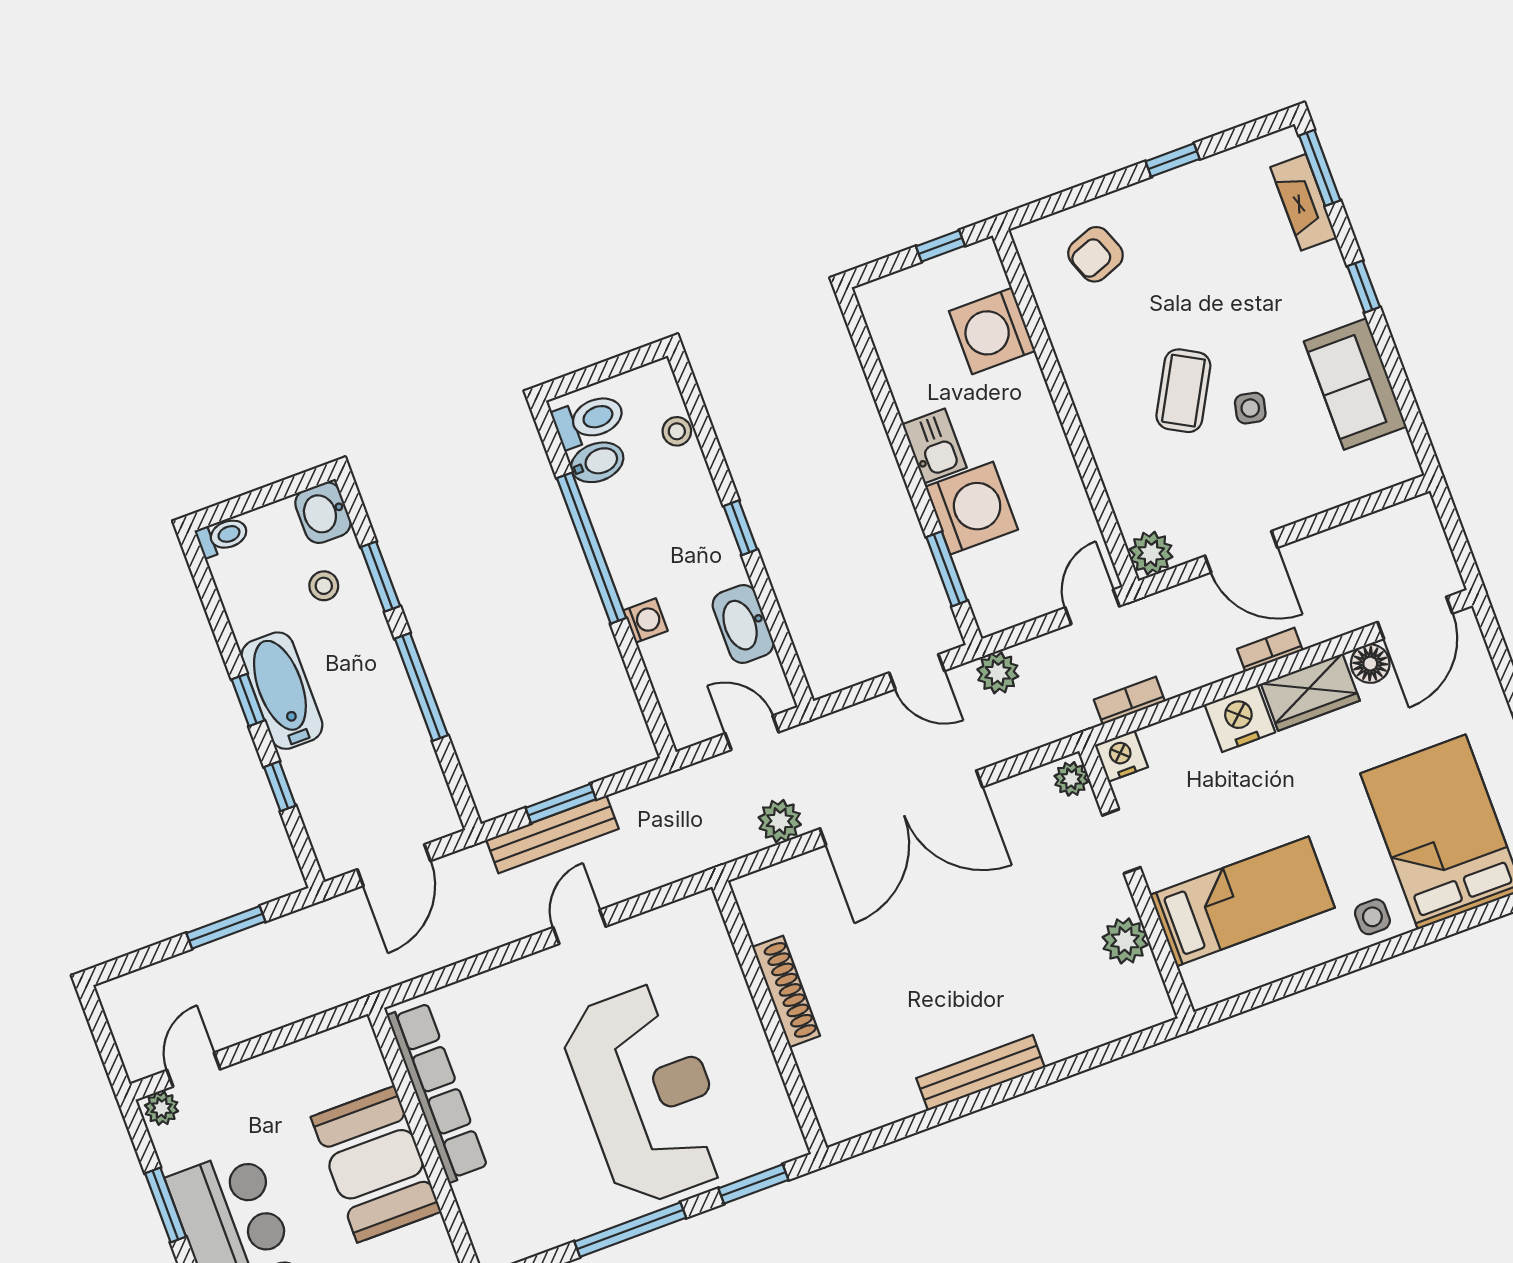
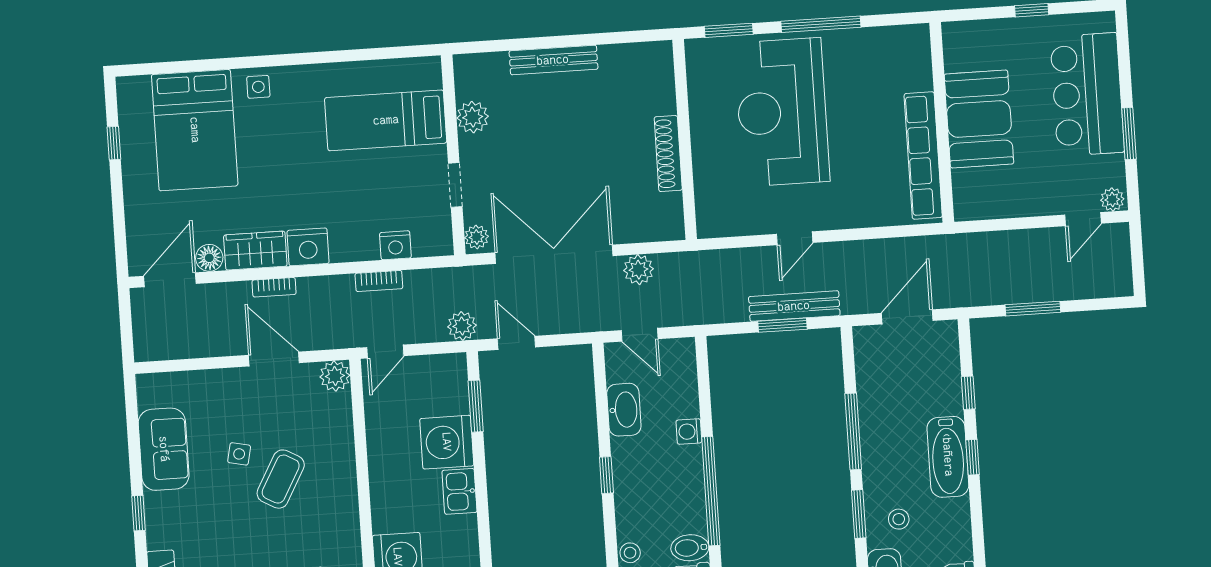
plant: (1071, 779) -> (477, 237), moved
doorway: (1121, 841) -> (455, 185), moved
wall: (1136, 882) -> (453, 155), moved
bed: (1242, 901) -> (386, 120), moved
plant: (1125, 941) -> (473, 117), moved

